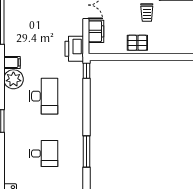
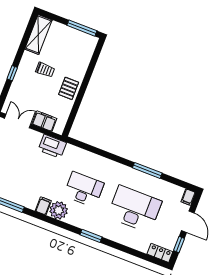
window: (87, 71) -> (76, 143), removed
desk: (44, 153) -> (134, 209), width x1.87, depth x1.30

